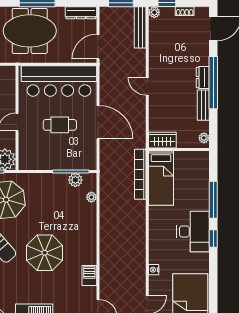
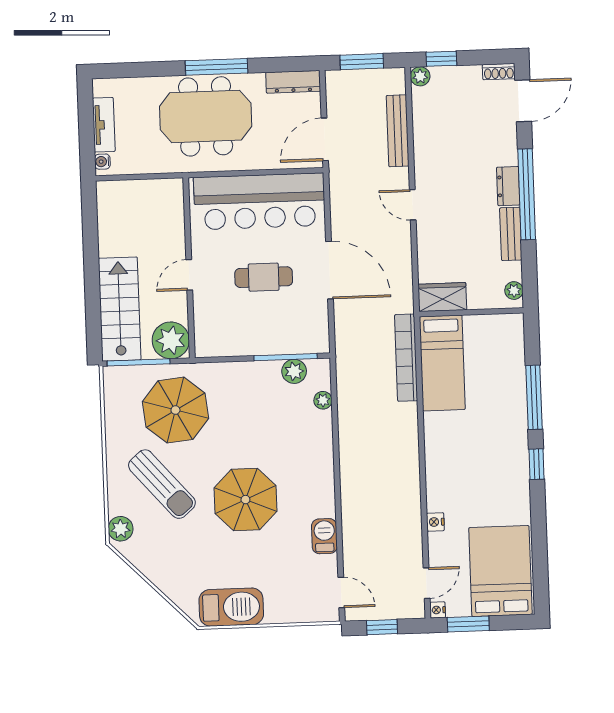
shoe rack: (185, 11) -> (499, 72), moved
bench: (140, 27) -> (398, 131), moved
desk: (193, 232) -> (501, 453), removed

